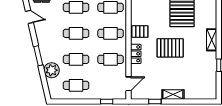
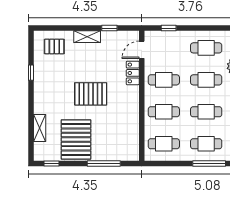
pallet: (140, 31) -> (54, 46), moved
shelving: (212, 40) -> (40, 128), moved
locker: (136, 54) -> (133, 73), moved

